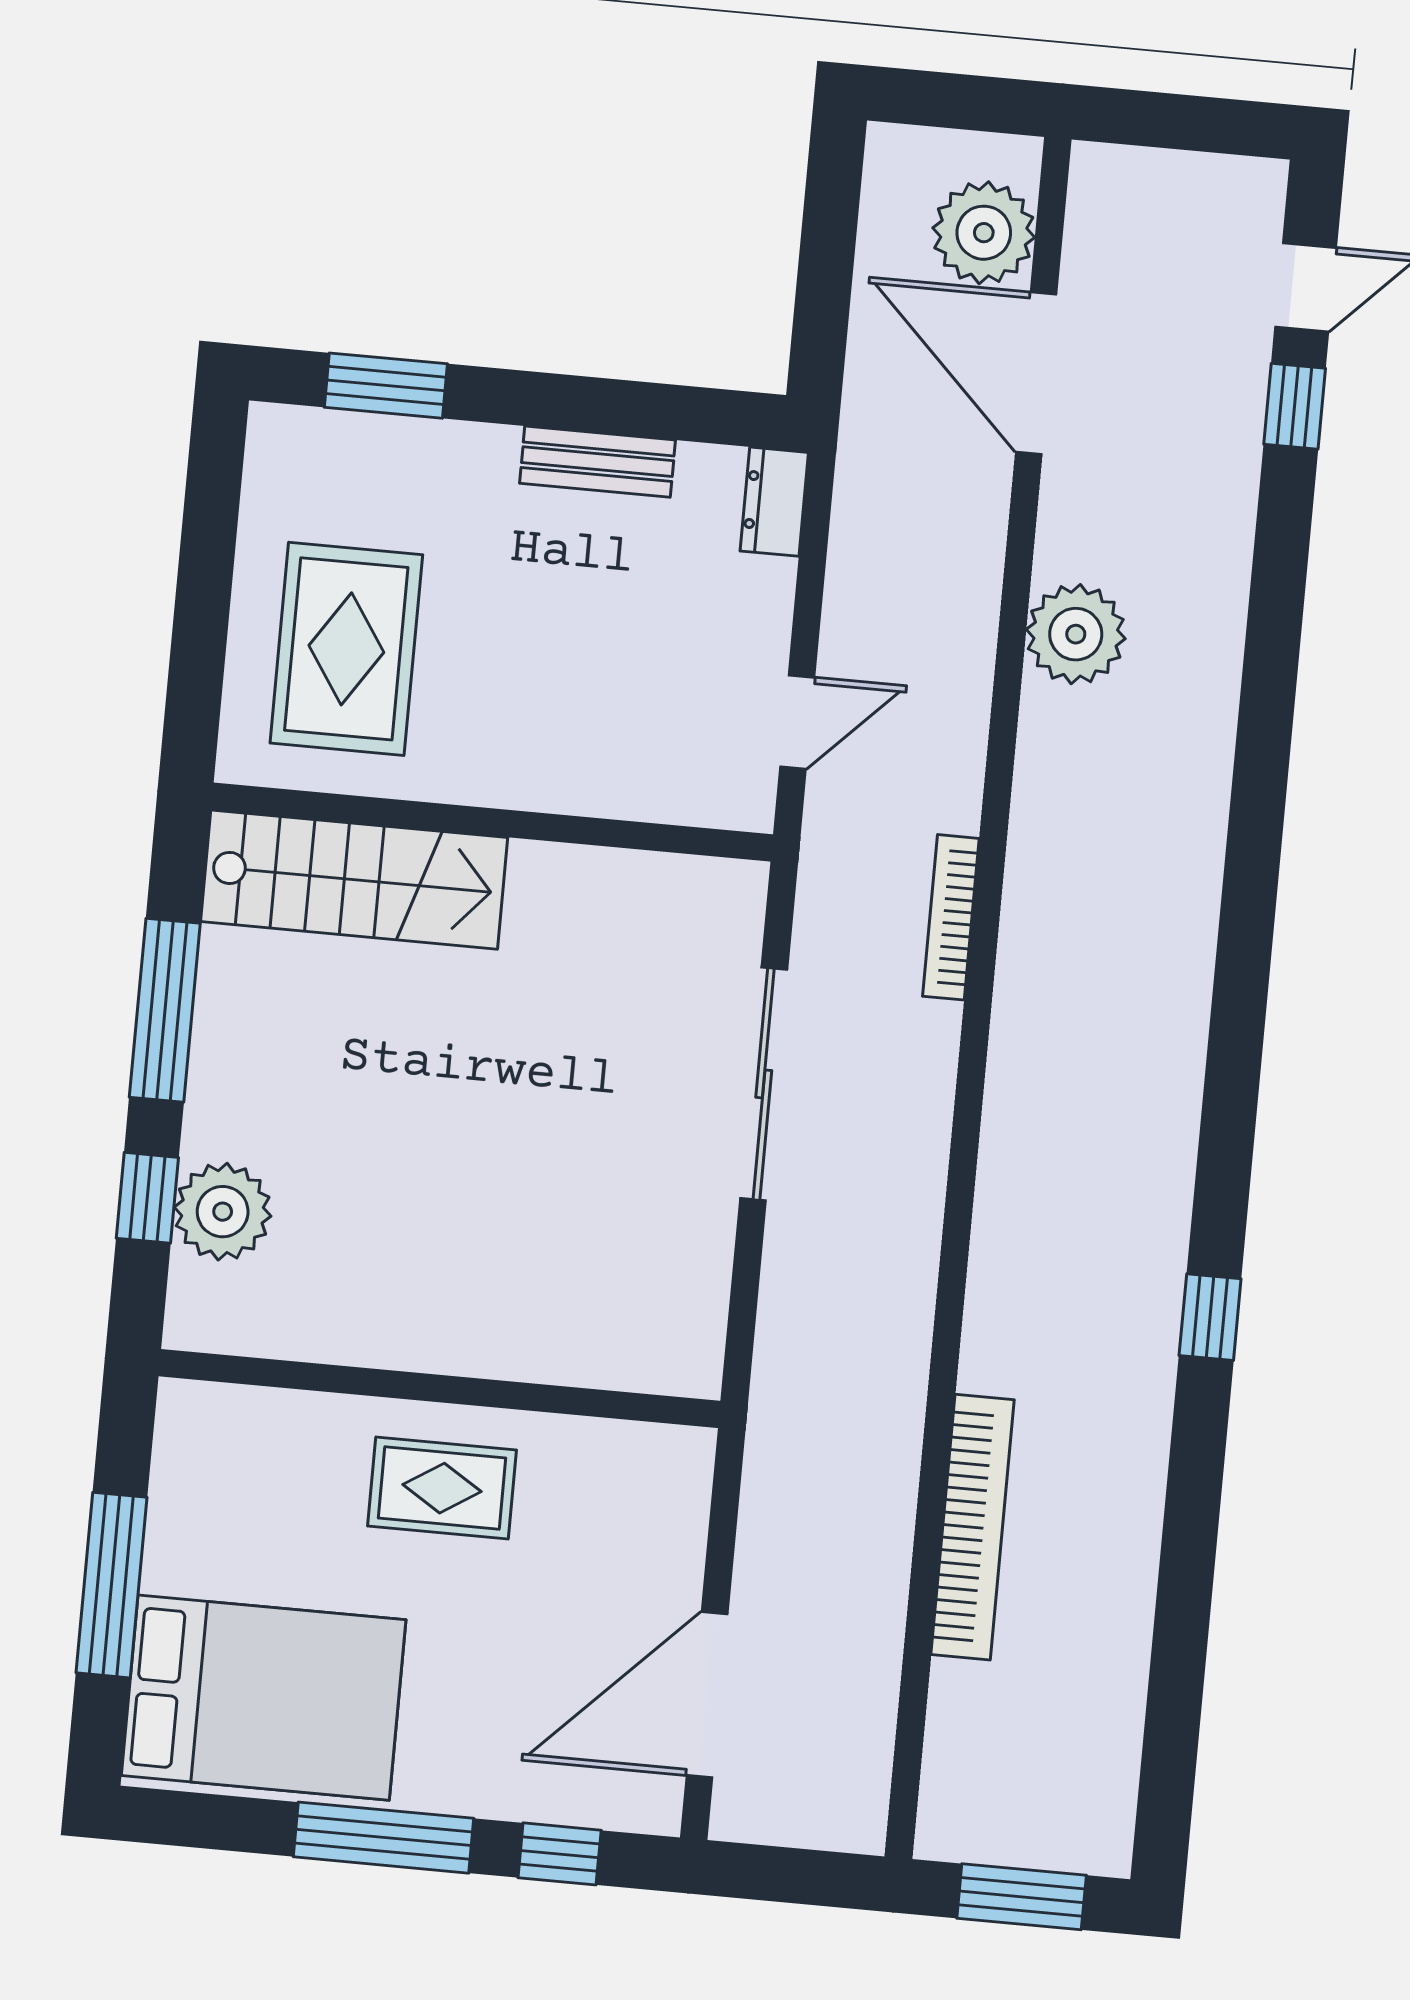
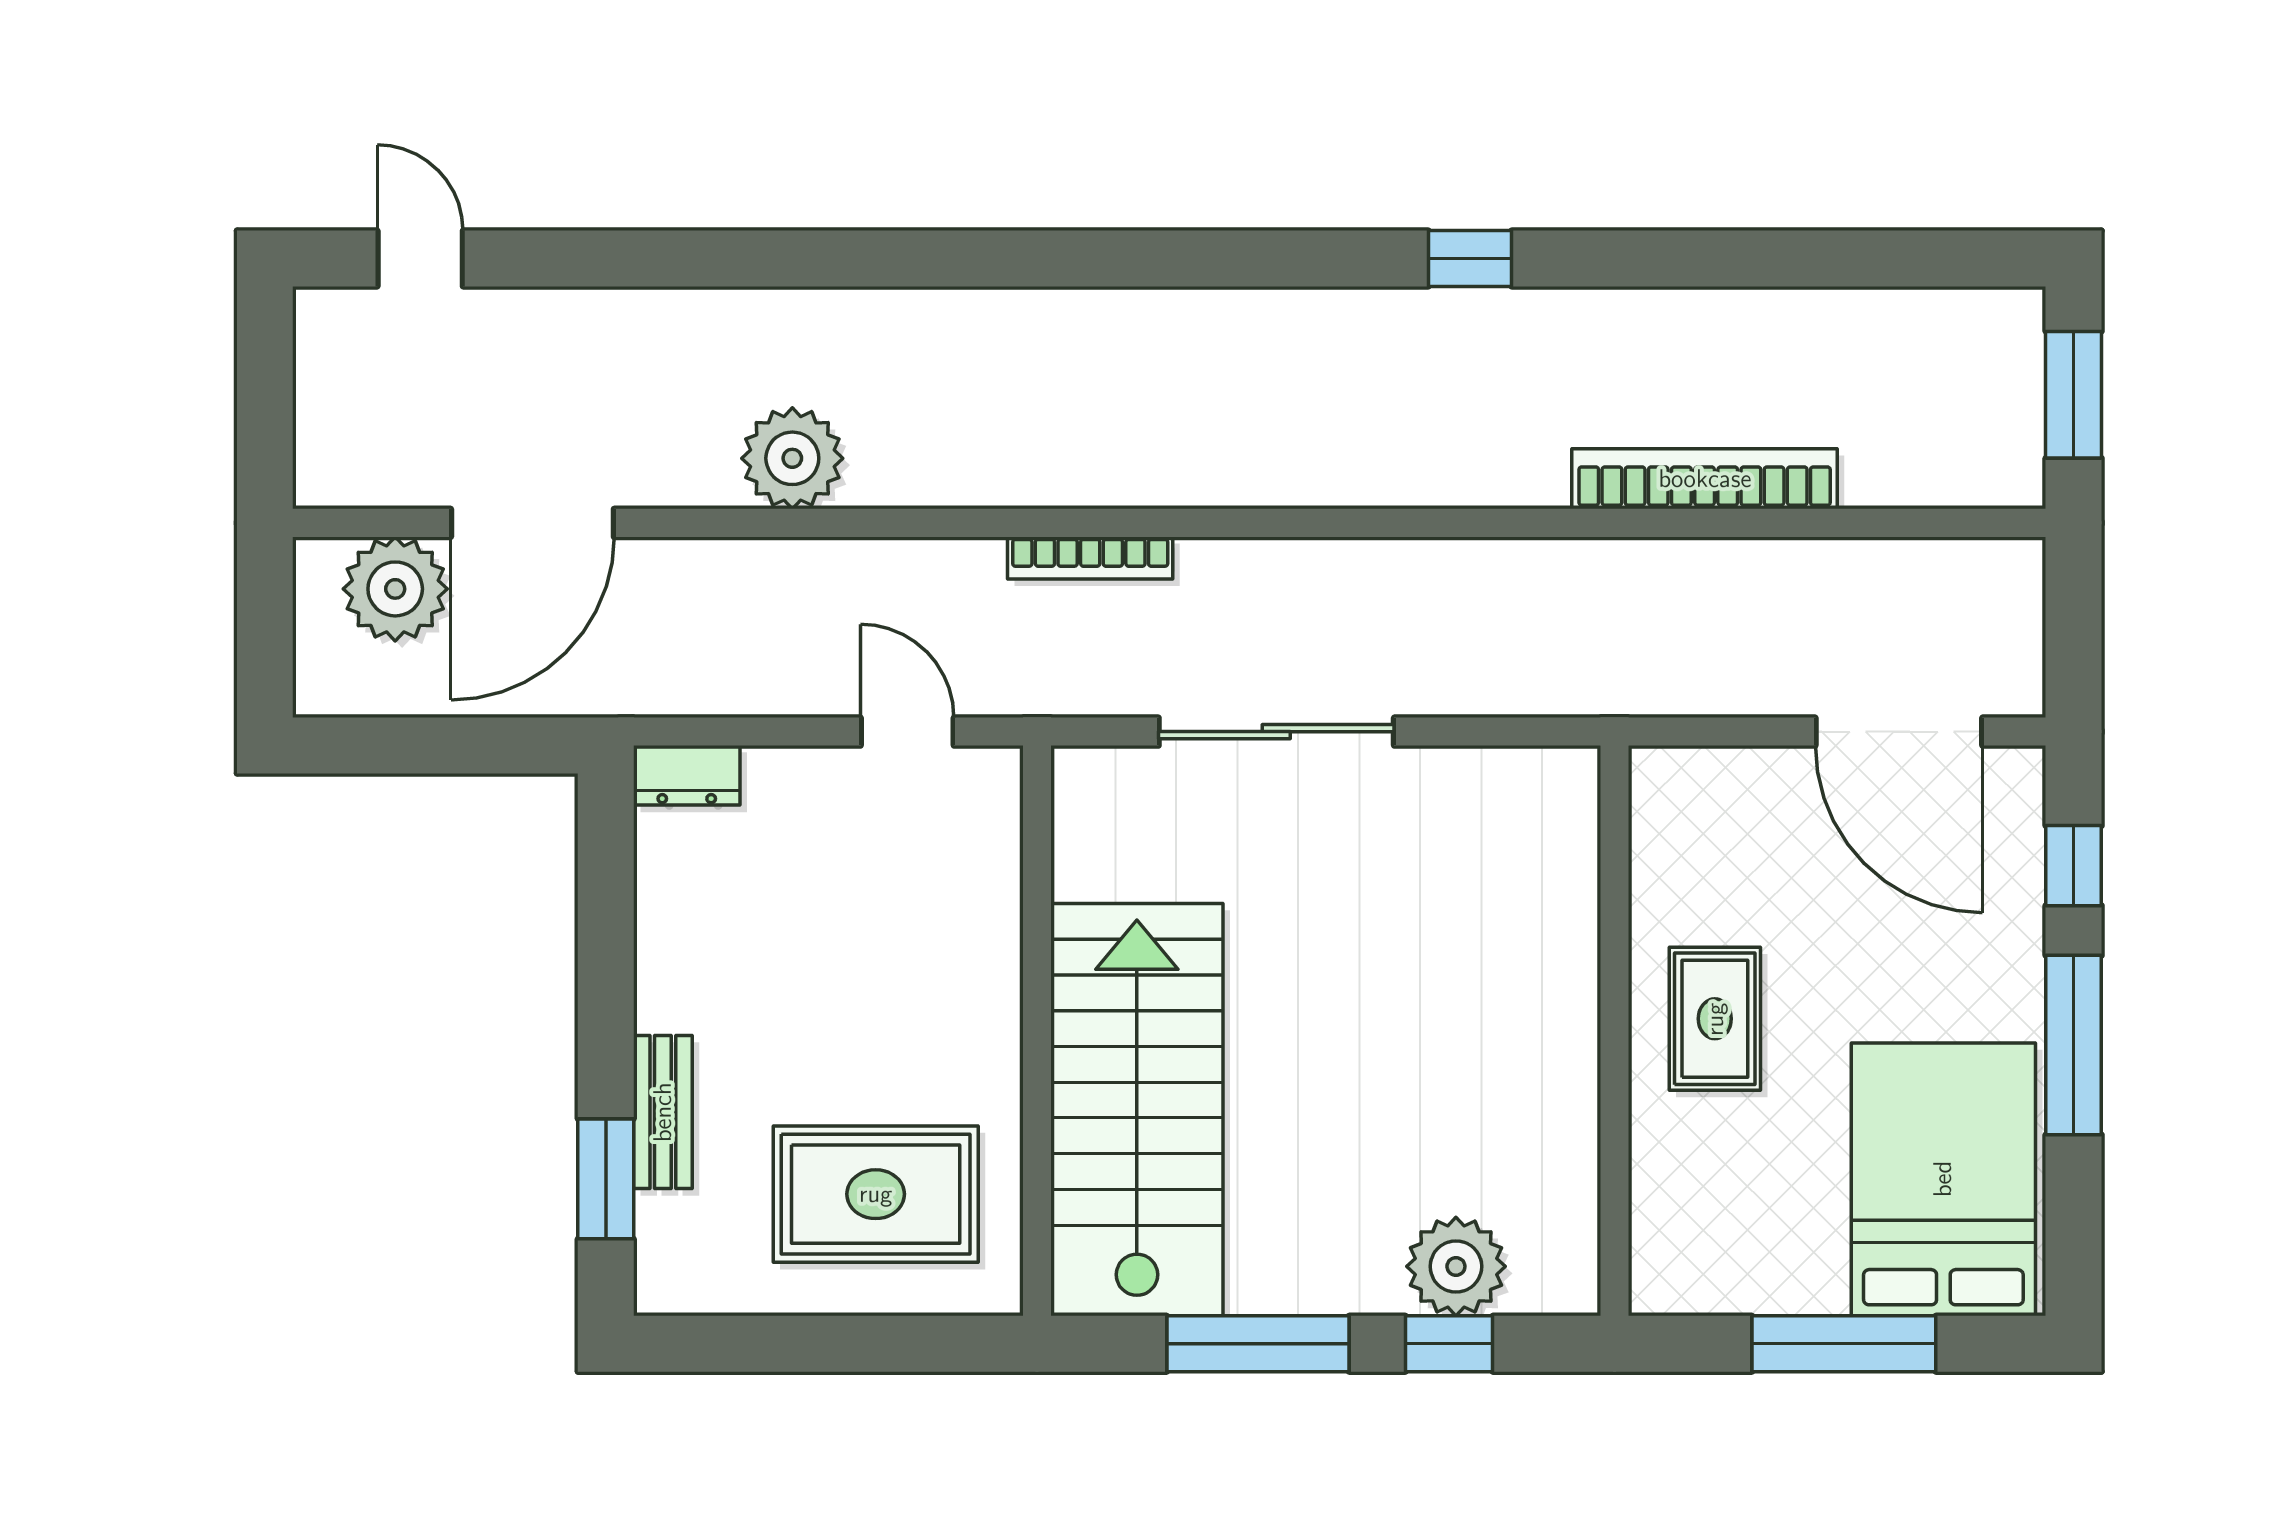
window: (1295, 406) -> (542, 259), removed
bench: (598, 462) -> (663, 1112), moved
stairs: (354, 880) -> (1137, 1110), width x1.36, depth x1.51

